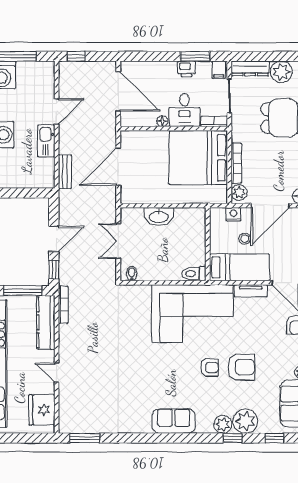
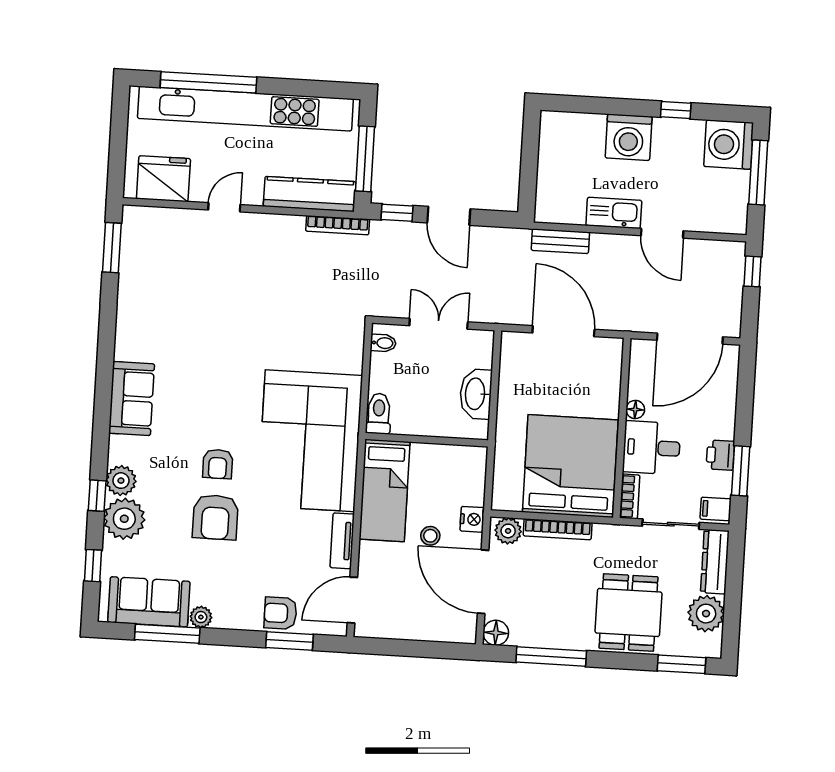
wall: (208, 244) -> (427, 440), moved
bed: (239, 267) -> (385, 490), moved
toilet: (194, 274) -> (379, 414), moved

